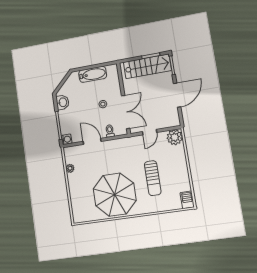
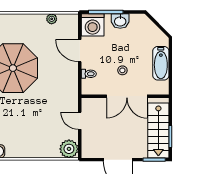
washbasin: (63, 102) -> (120, 21), moved
double door: (126, 112) -> (127, 96), moved
washing machine: (67, 139) -> (93, 25), width x1.89, depth x1.89
door: (92, 141) -> (80, 51), swing flipped
sun lounger: (153, 178) -> (25, 116), removed

